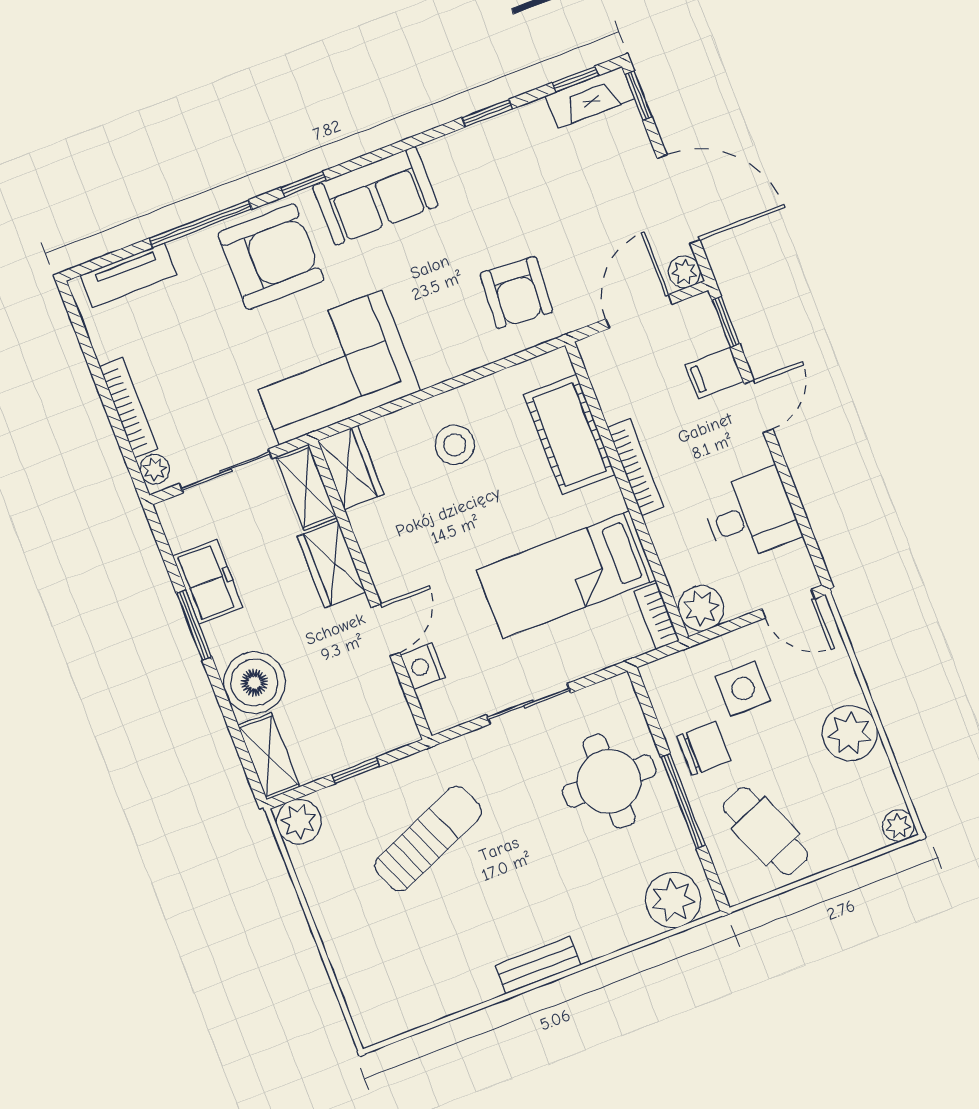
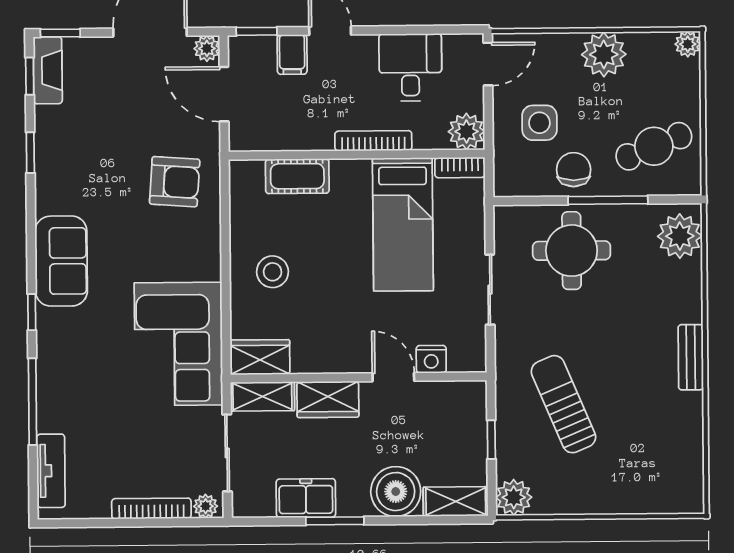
armchair: (271, 257) -> (78, 358), removed
cot: (569, 434) -> (297, 176), width x0.73, depth x0.75
bookcase: (636, 467) -> (373, 141), moved

